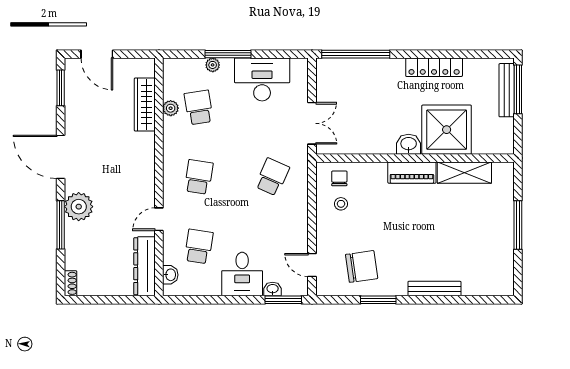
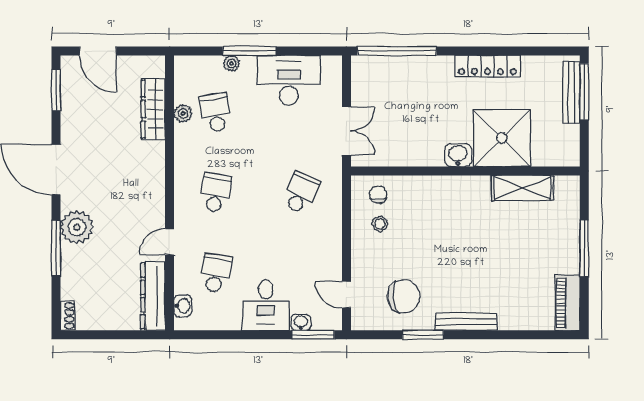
piano: (412, 173) -> (568, 303), moved, turned 90
bench: (434, 289) -> (466, 322), moved

